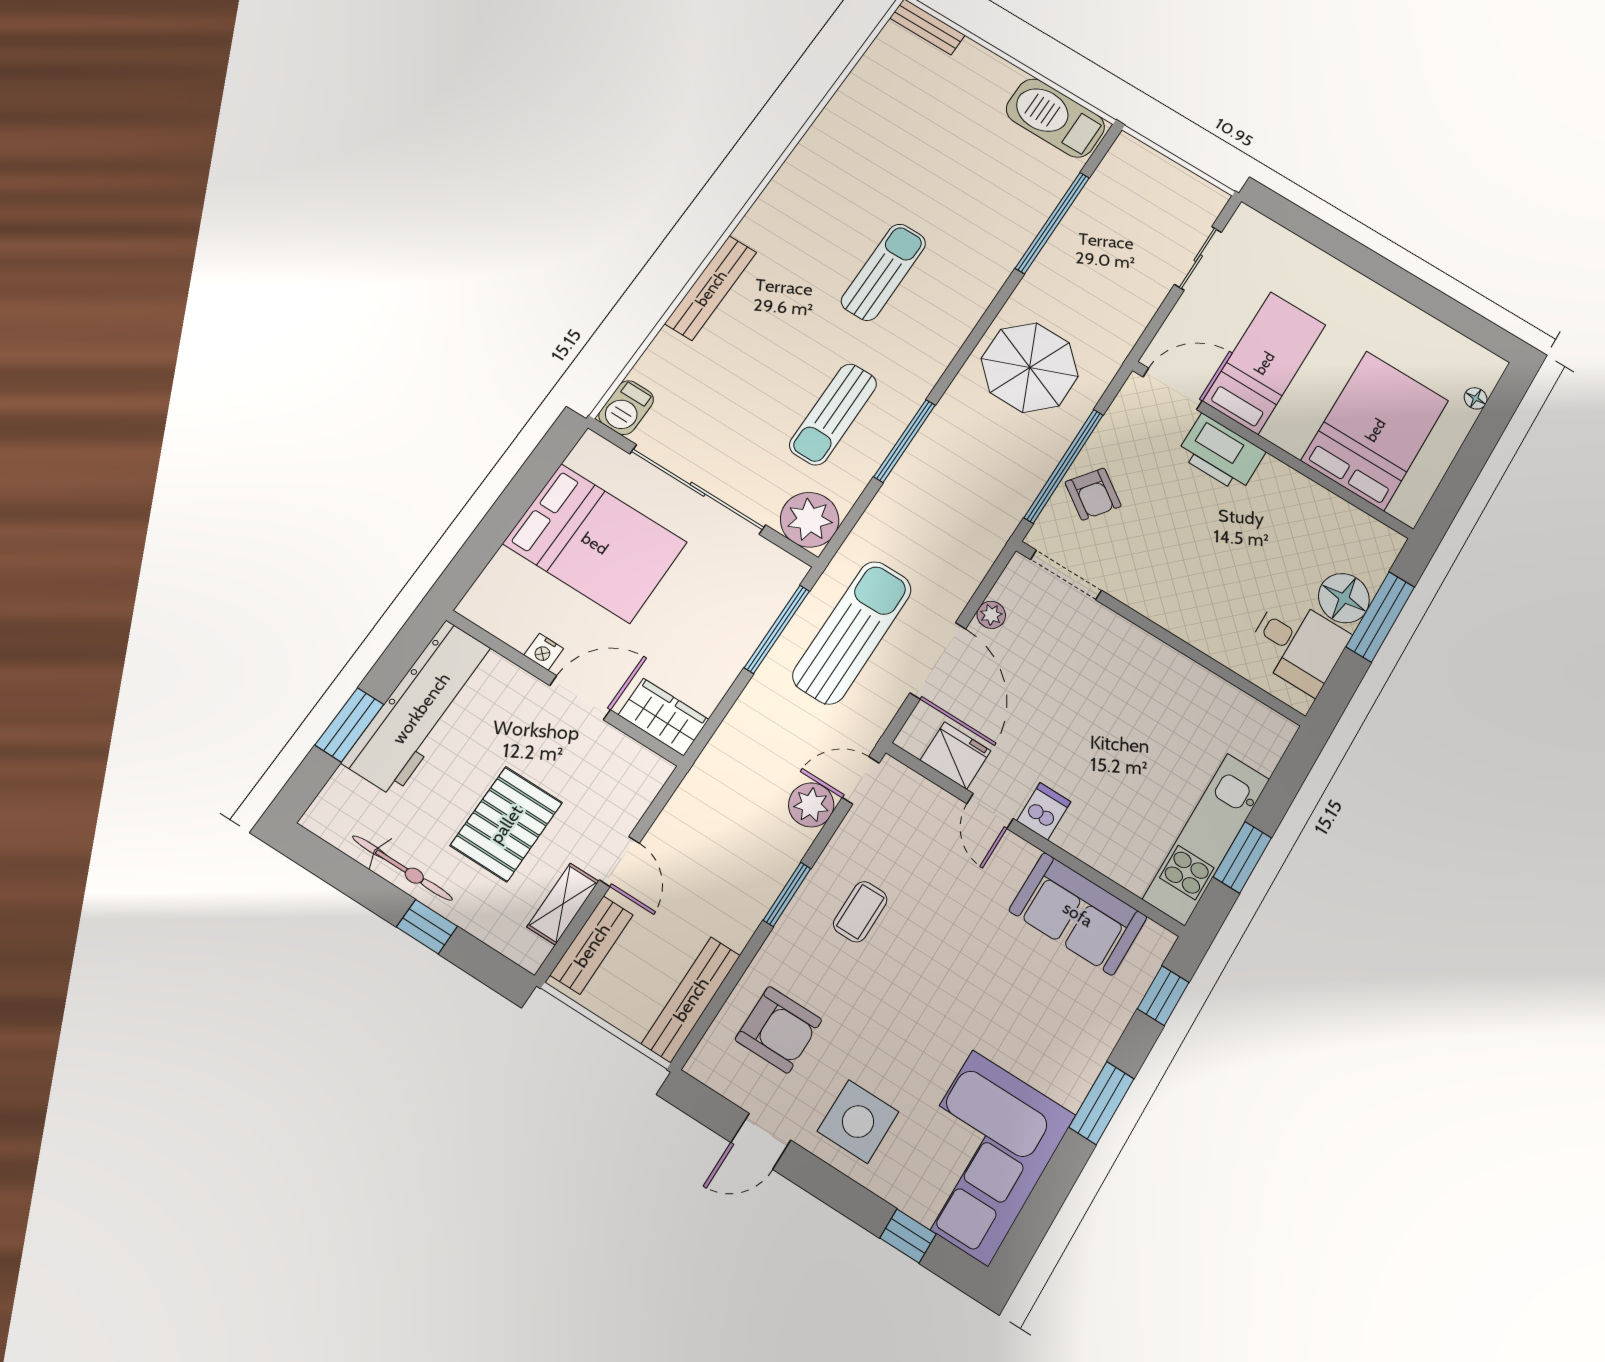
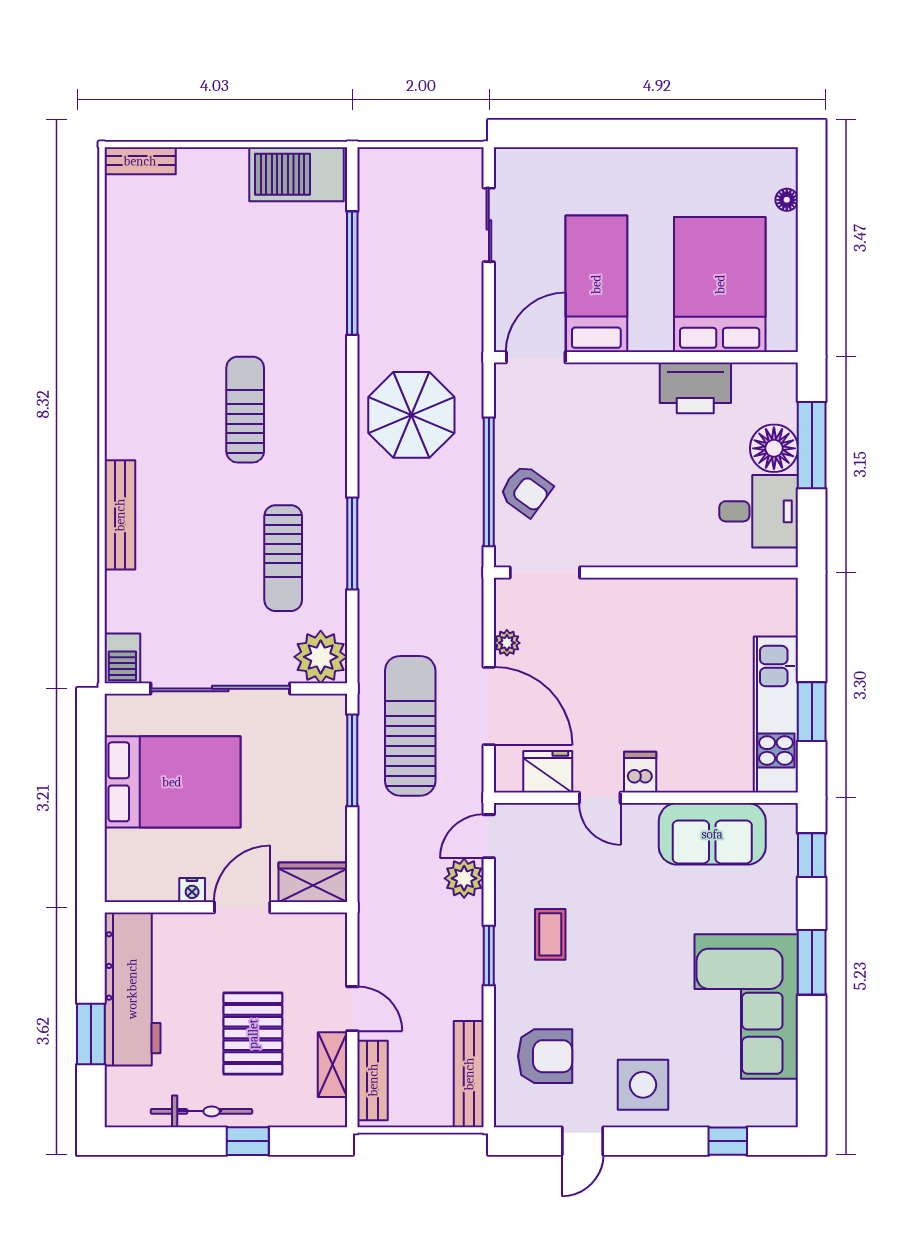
printer: (1221, 453) -> (695, 388), moved
corner sofa: (980, 1157) -> (746, 1006), moved

